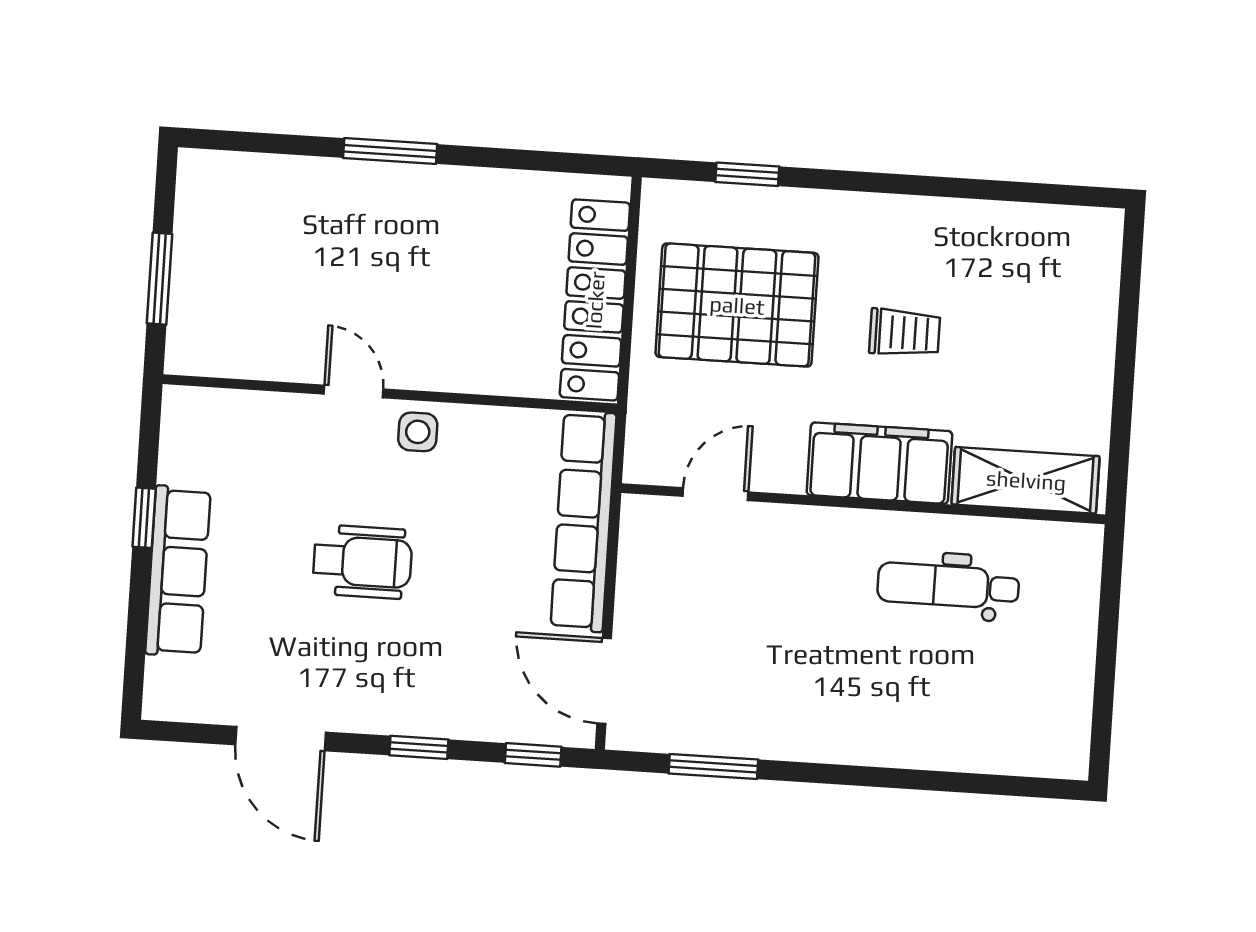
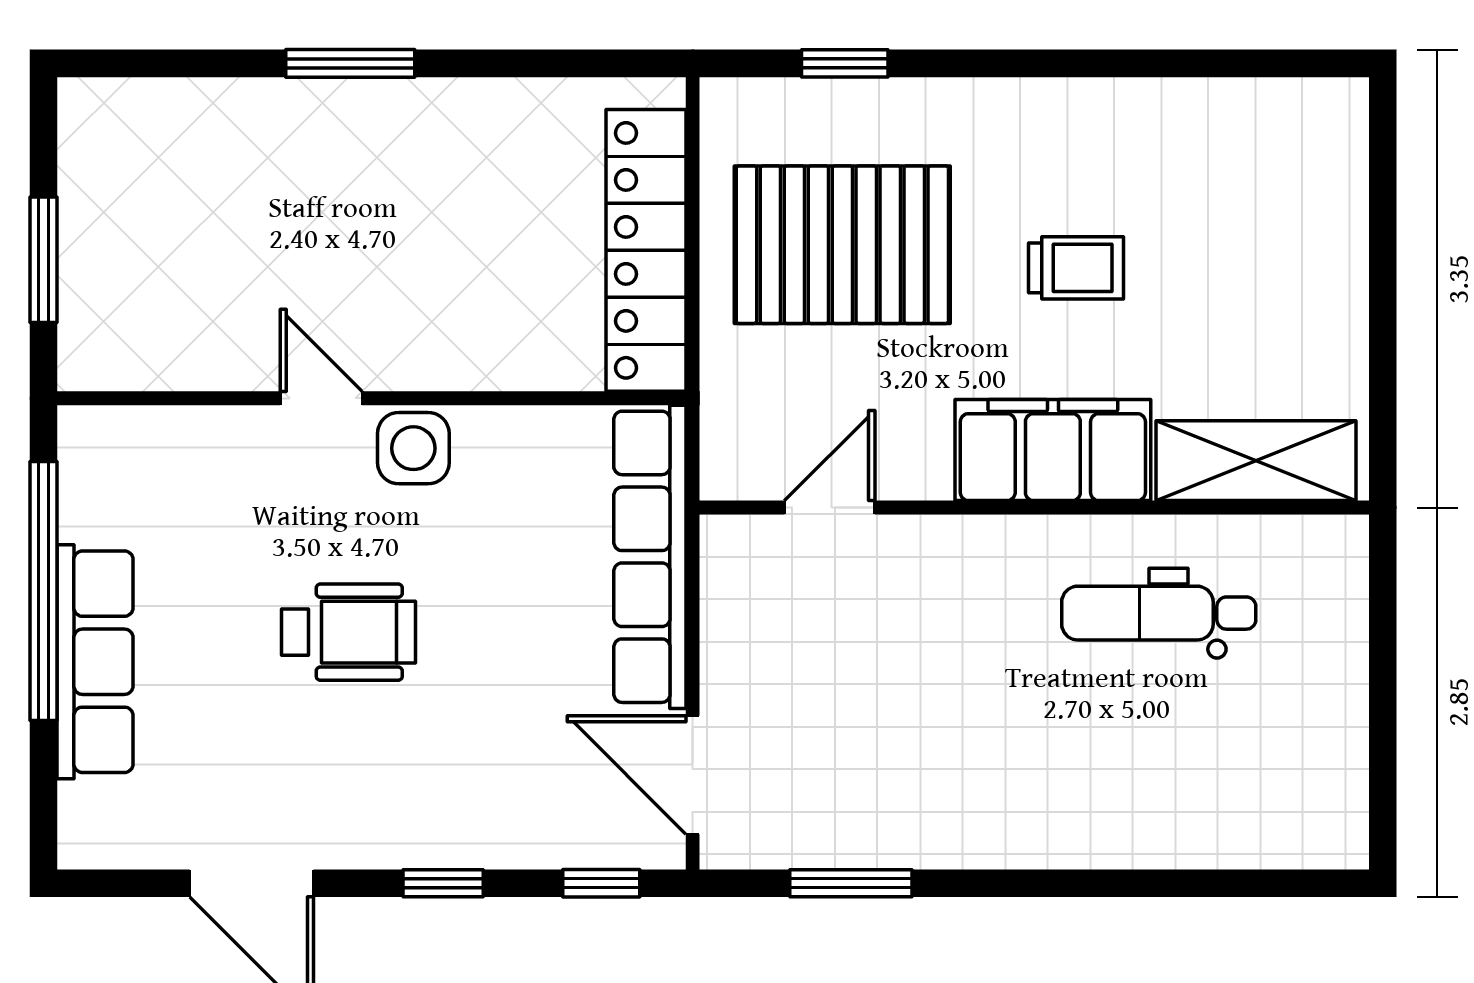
side table: (418, 432) -> (413, 448), width x1.37, depth x1.37
window: (144, 518) -> (44, 591), width x3.17

